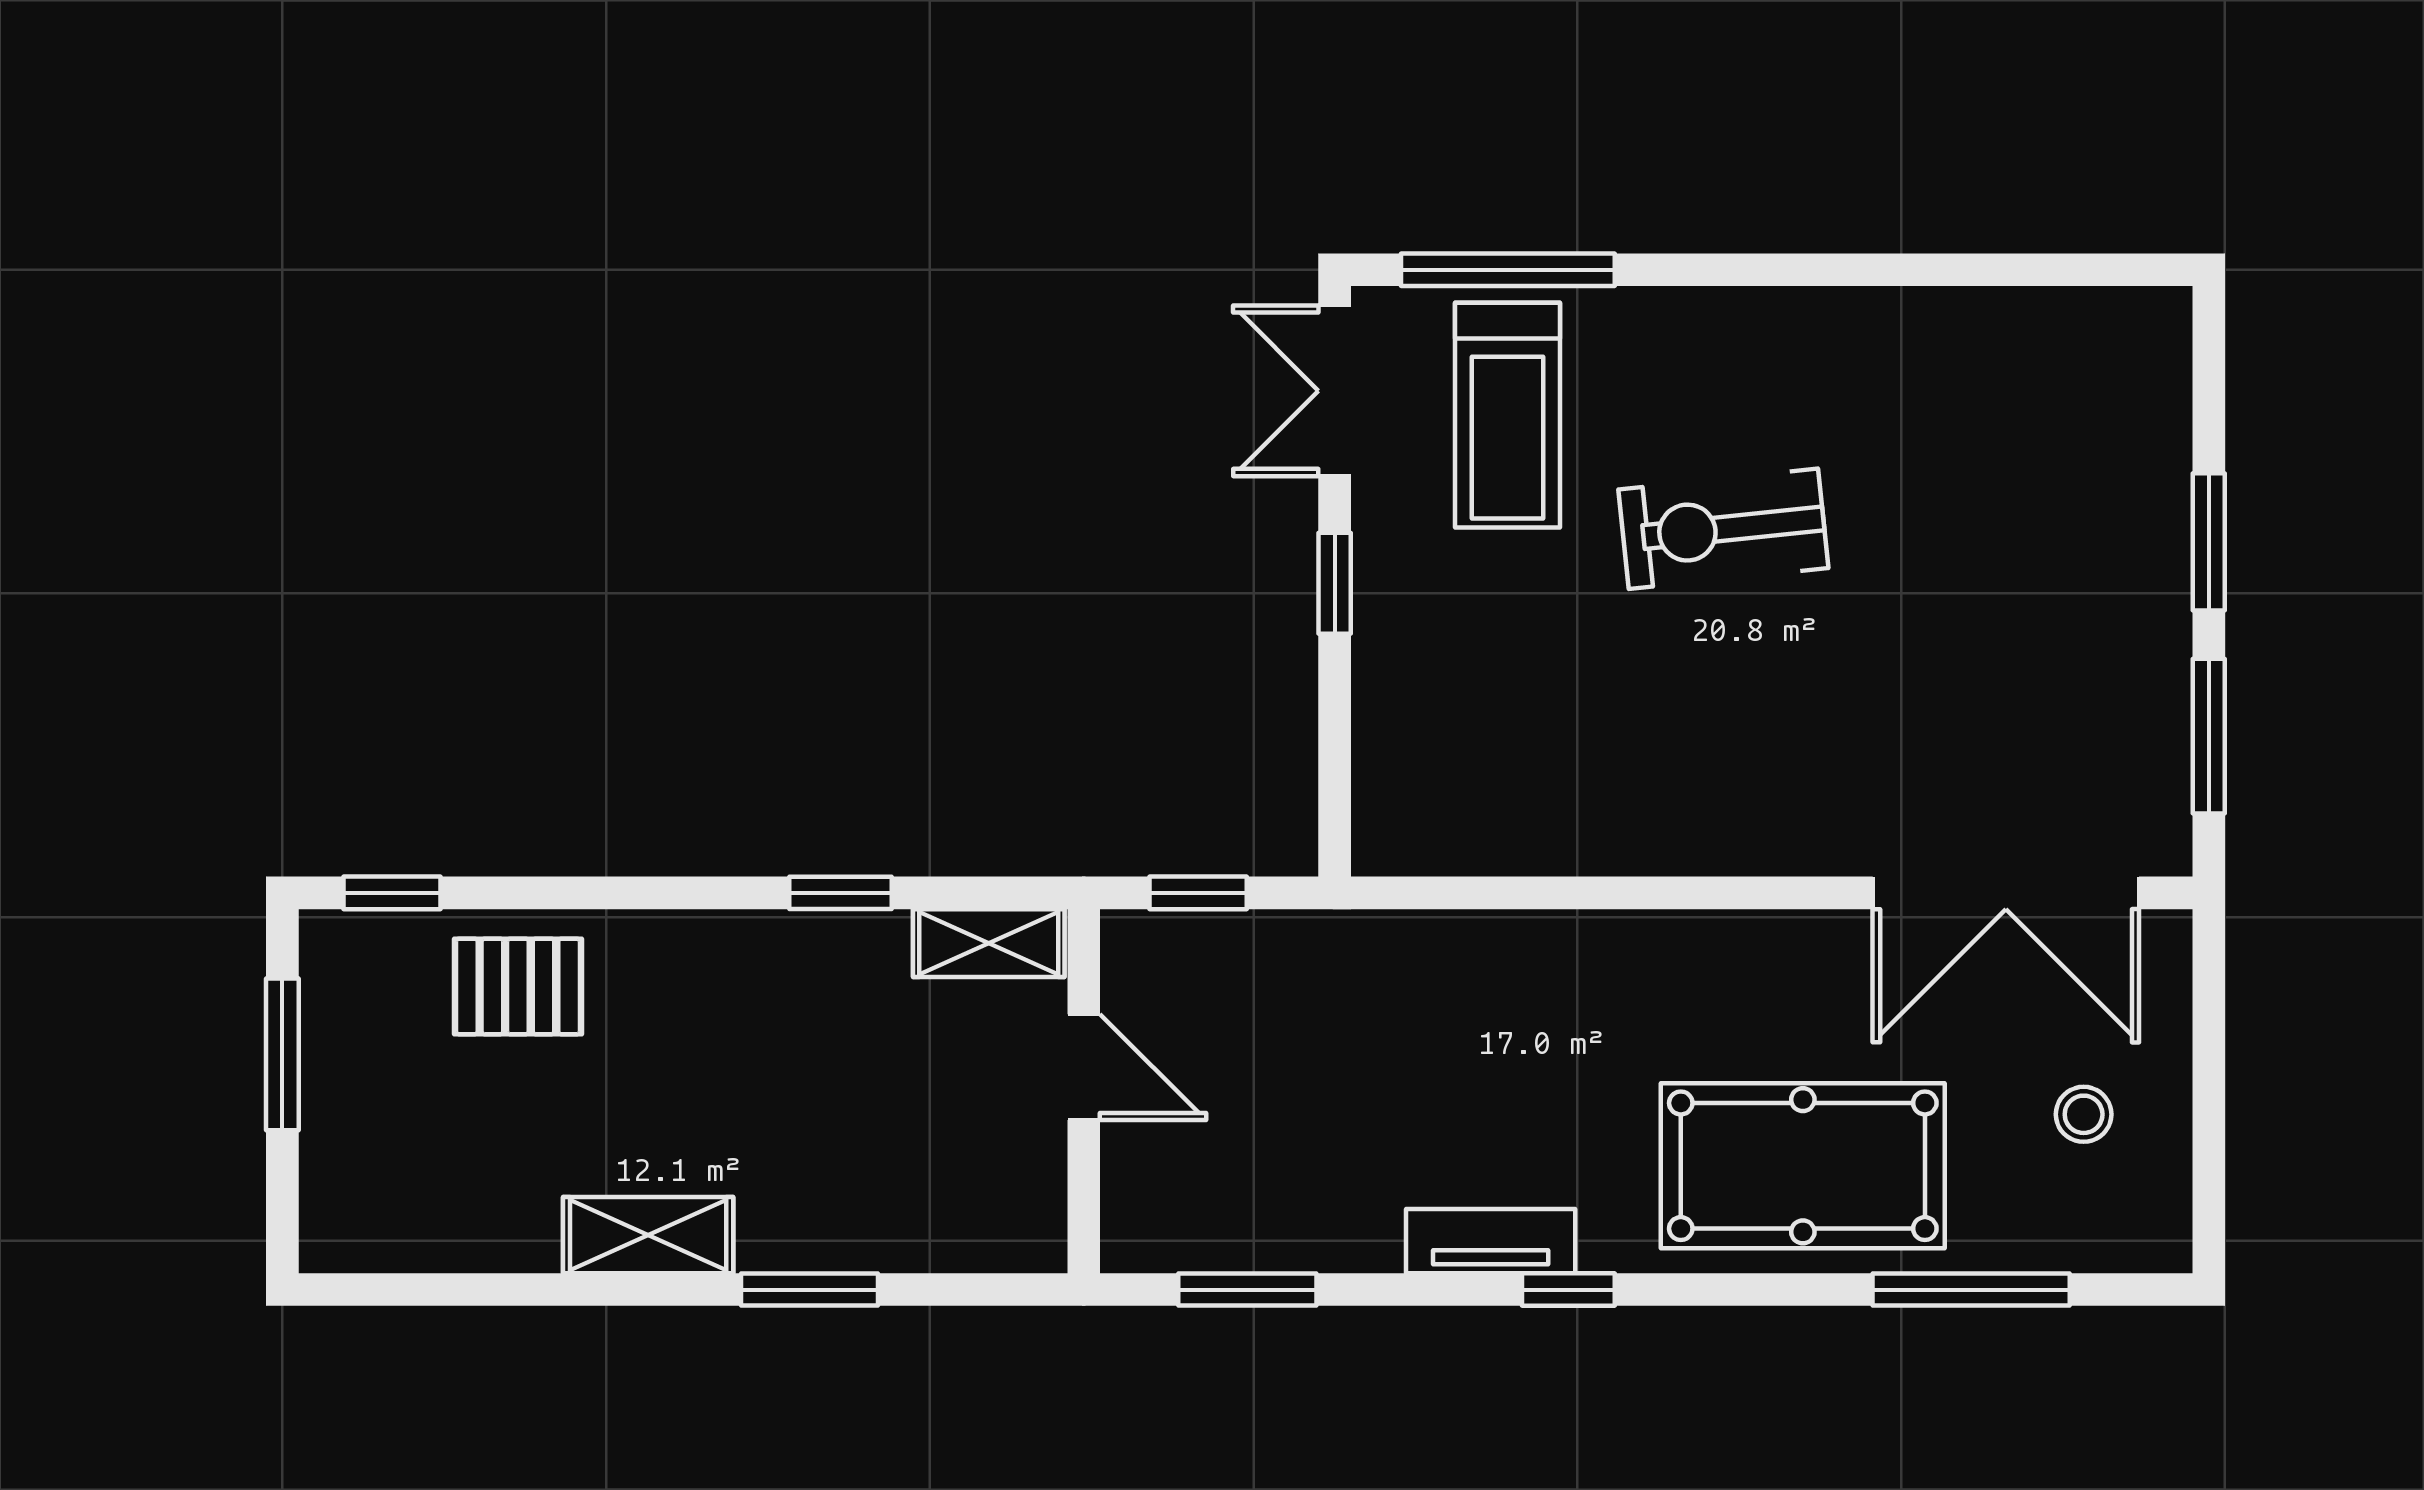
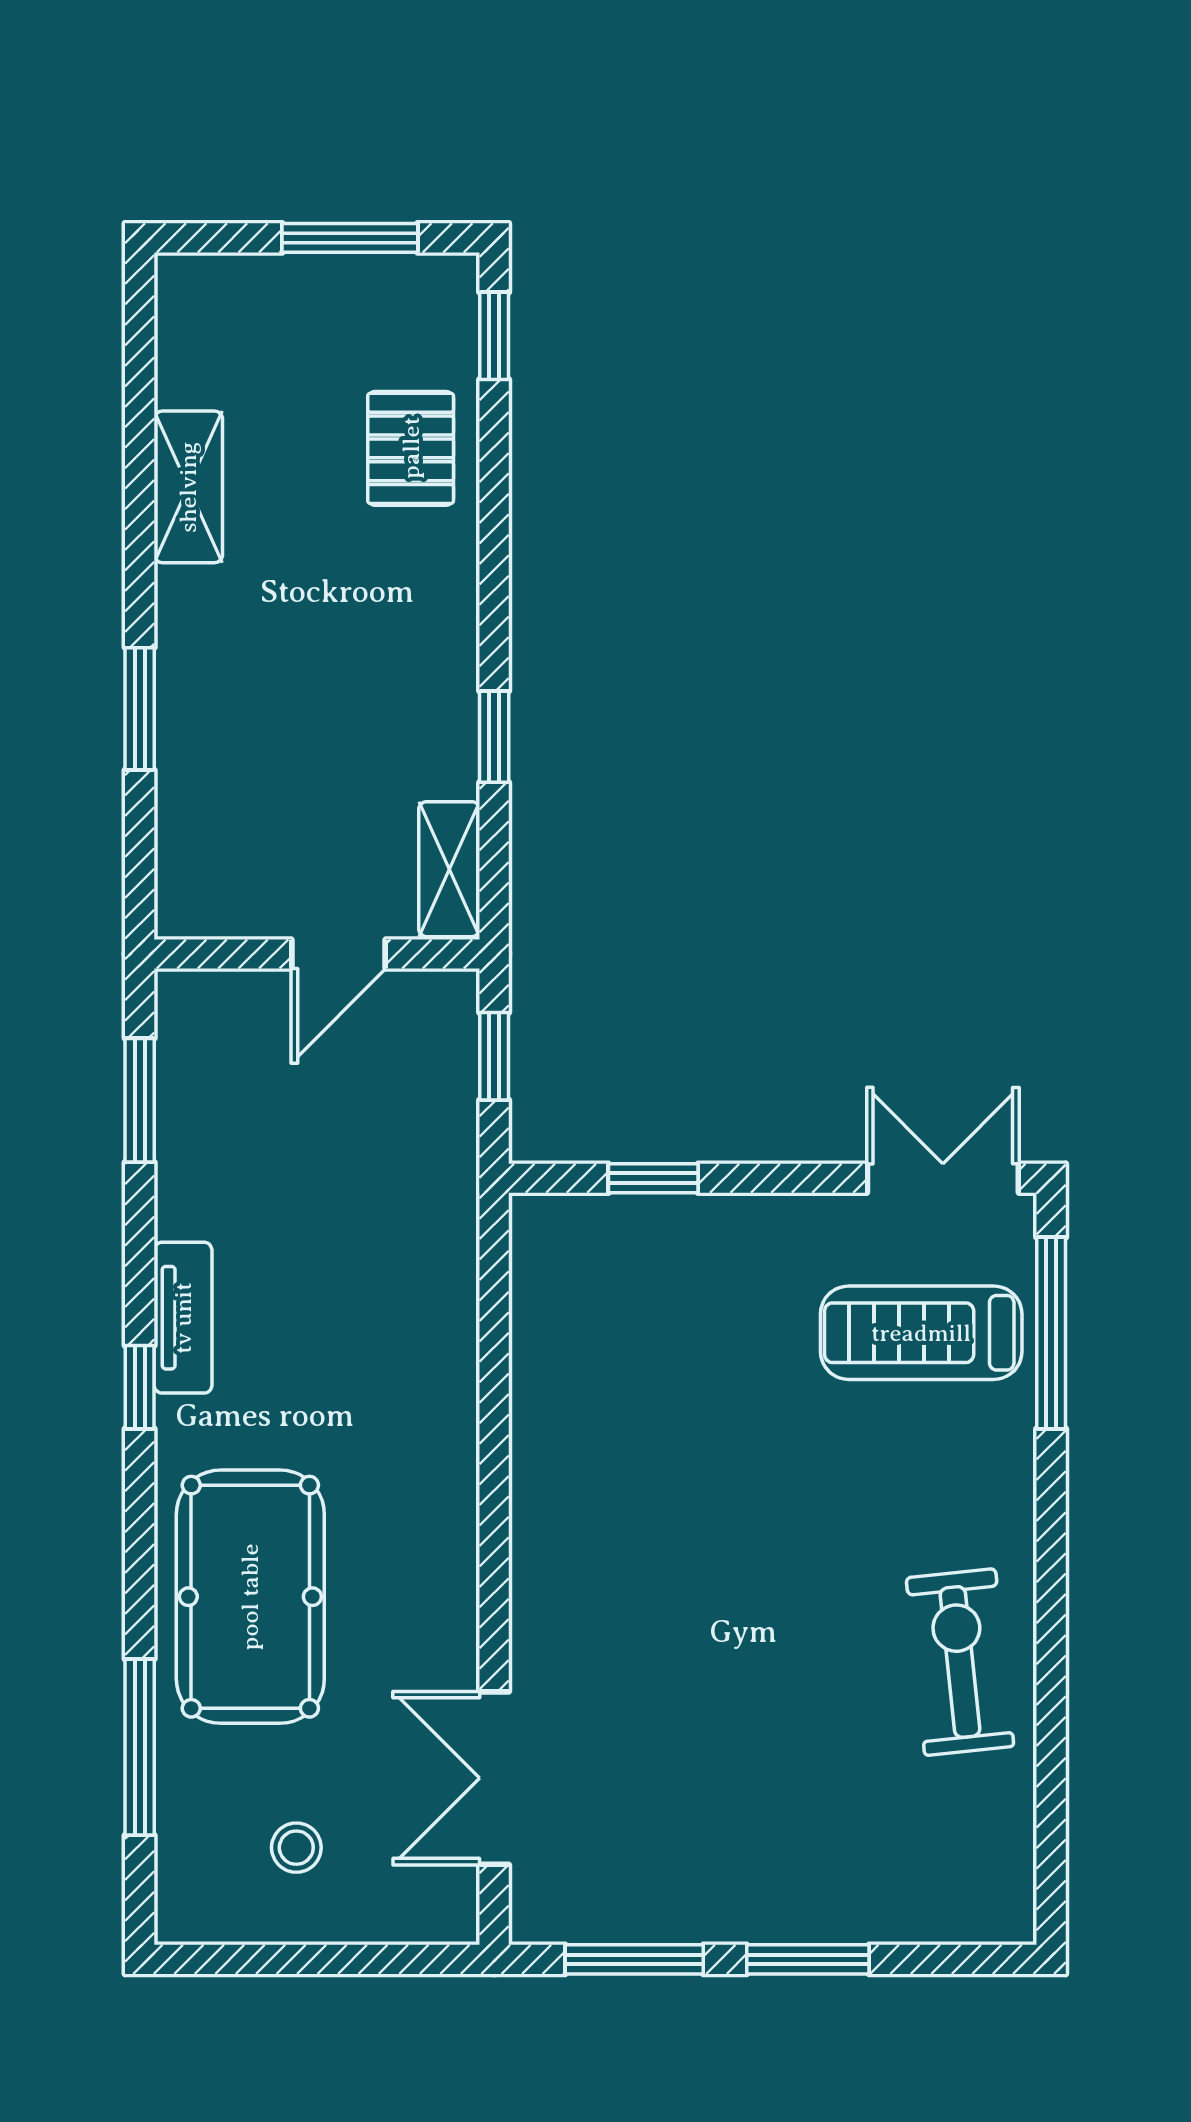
exercise bike: (1723, 529) -> (960, 1662), moved
window: (1335, 583) -> (653, 1178), moved
double door: (2006, 893) -> (494, 1778), width x0.73
shelving: (648, 1235) -> (188, 487), moved

